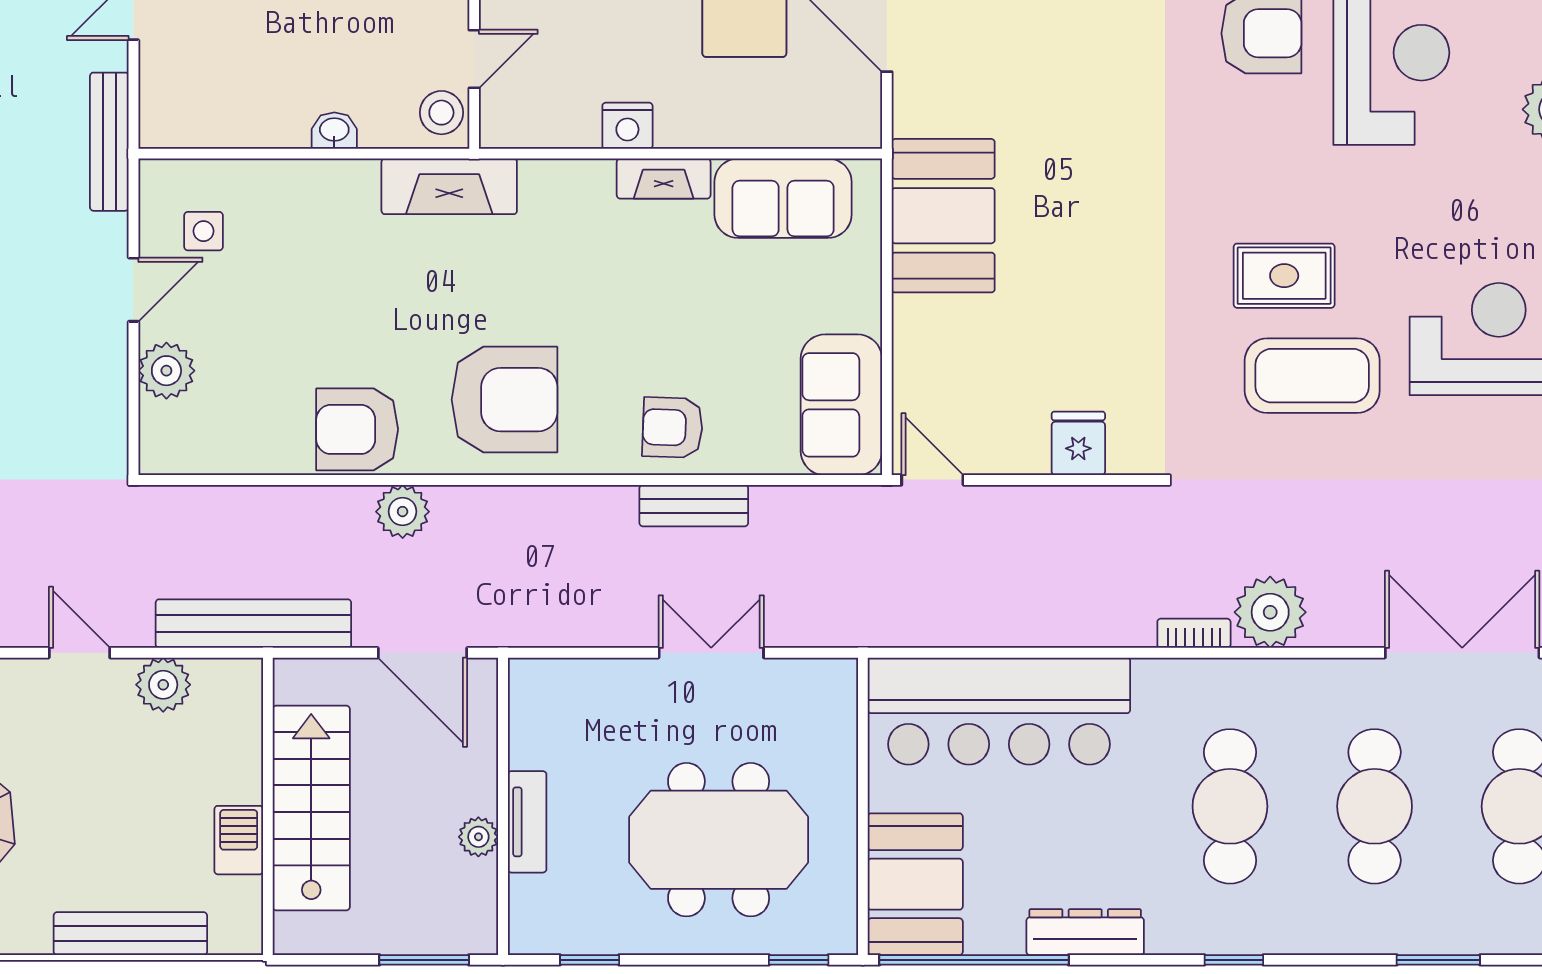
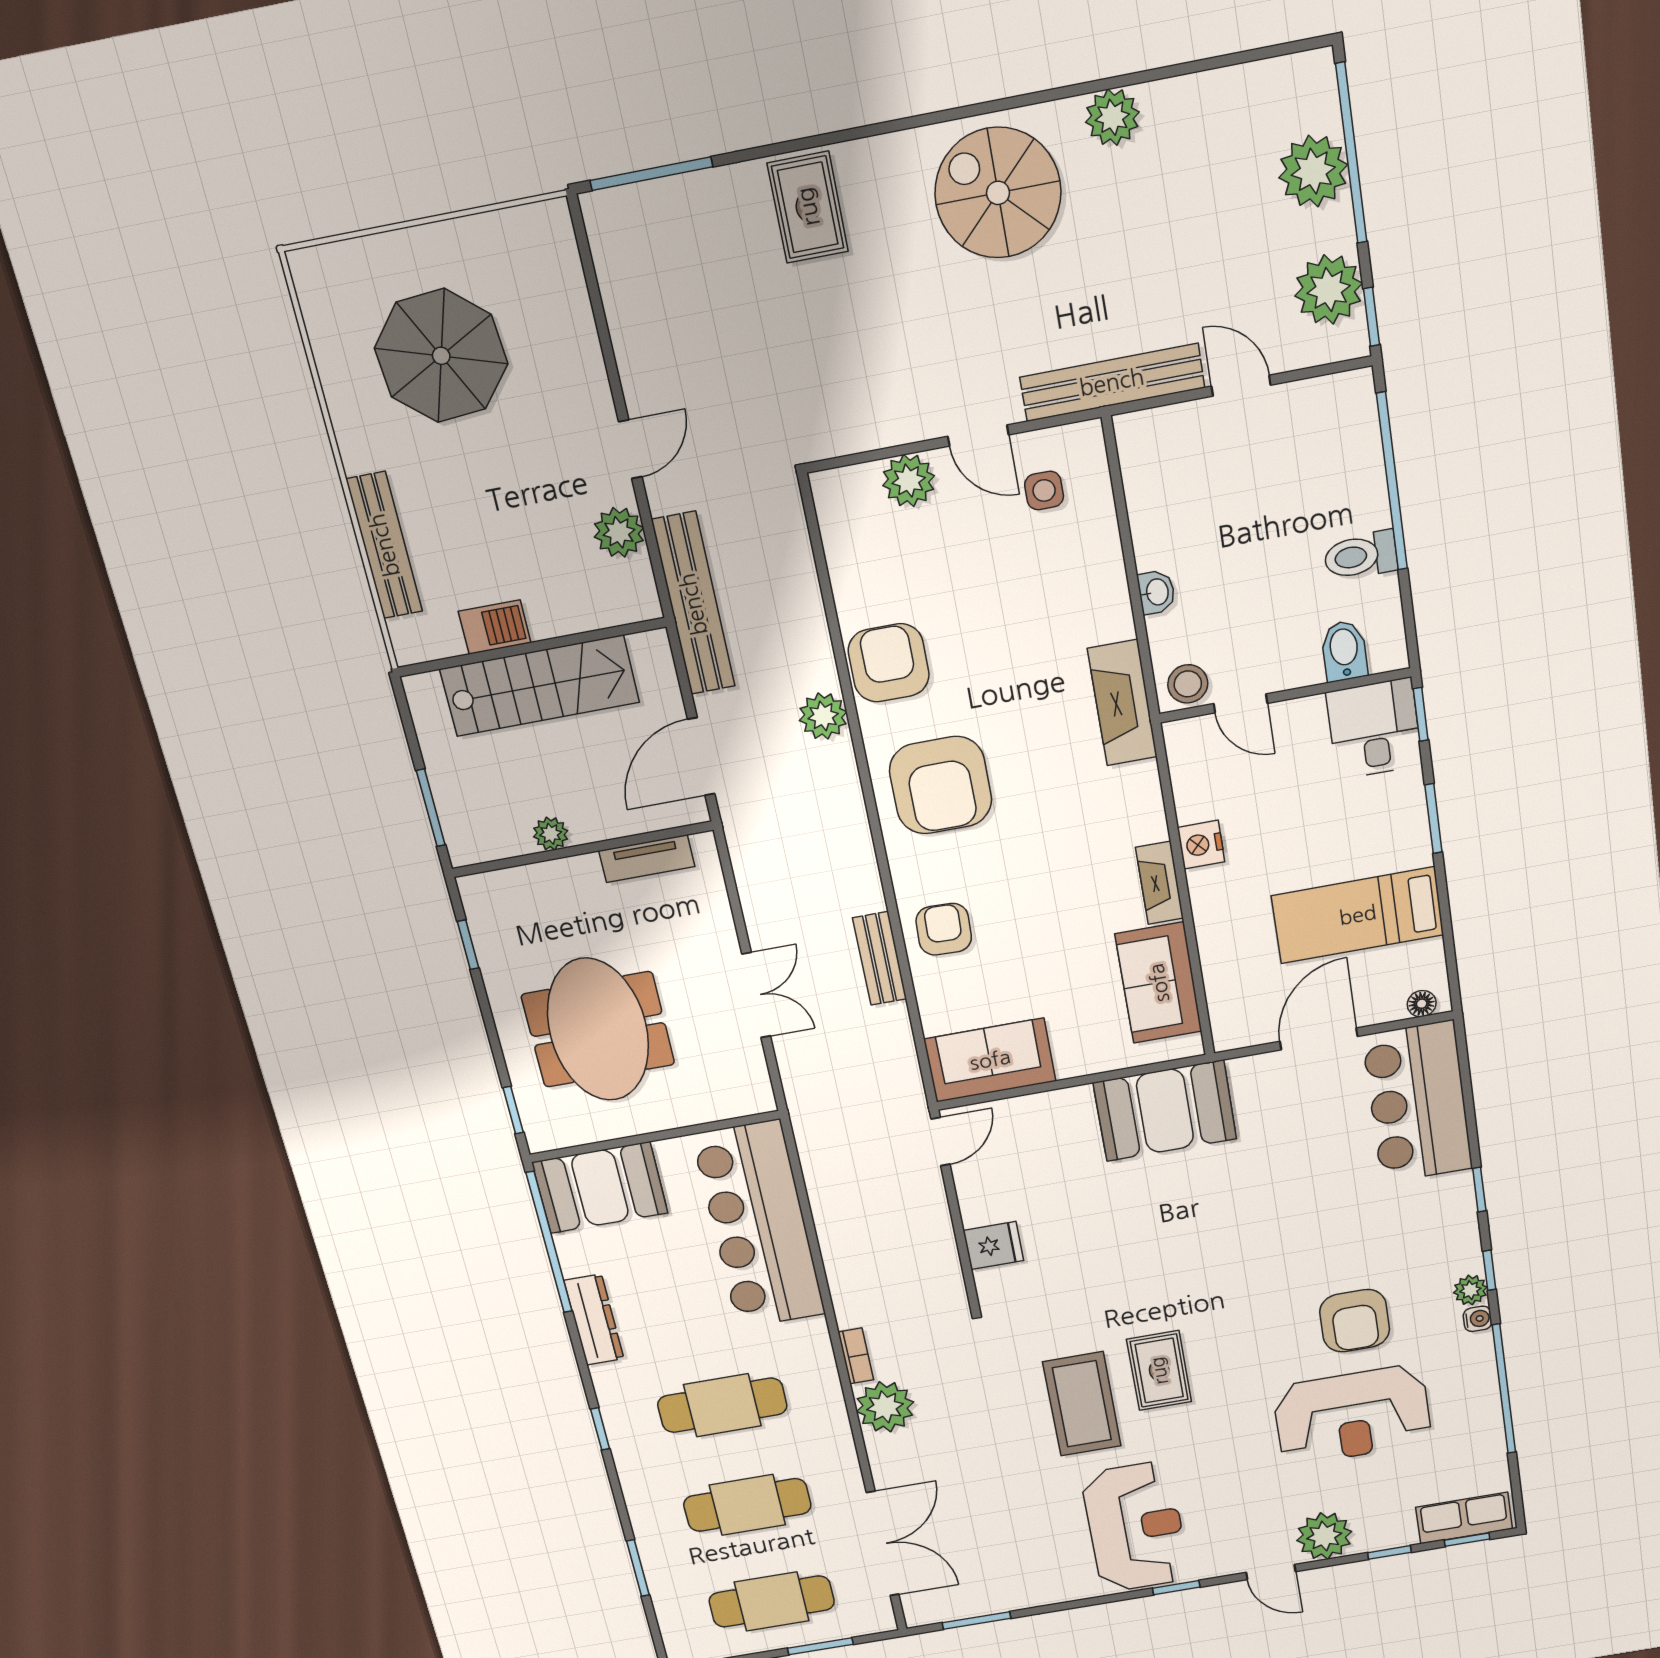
bench: (109, 142) -> (1112, 382), width x1.37, depth x1.21
tv unit: (527, 822) -> (647, 859), moved

